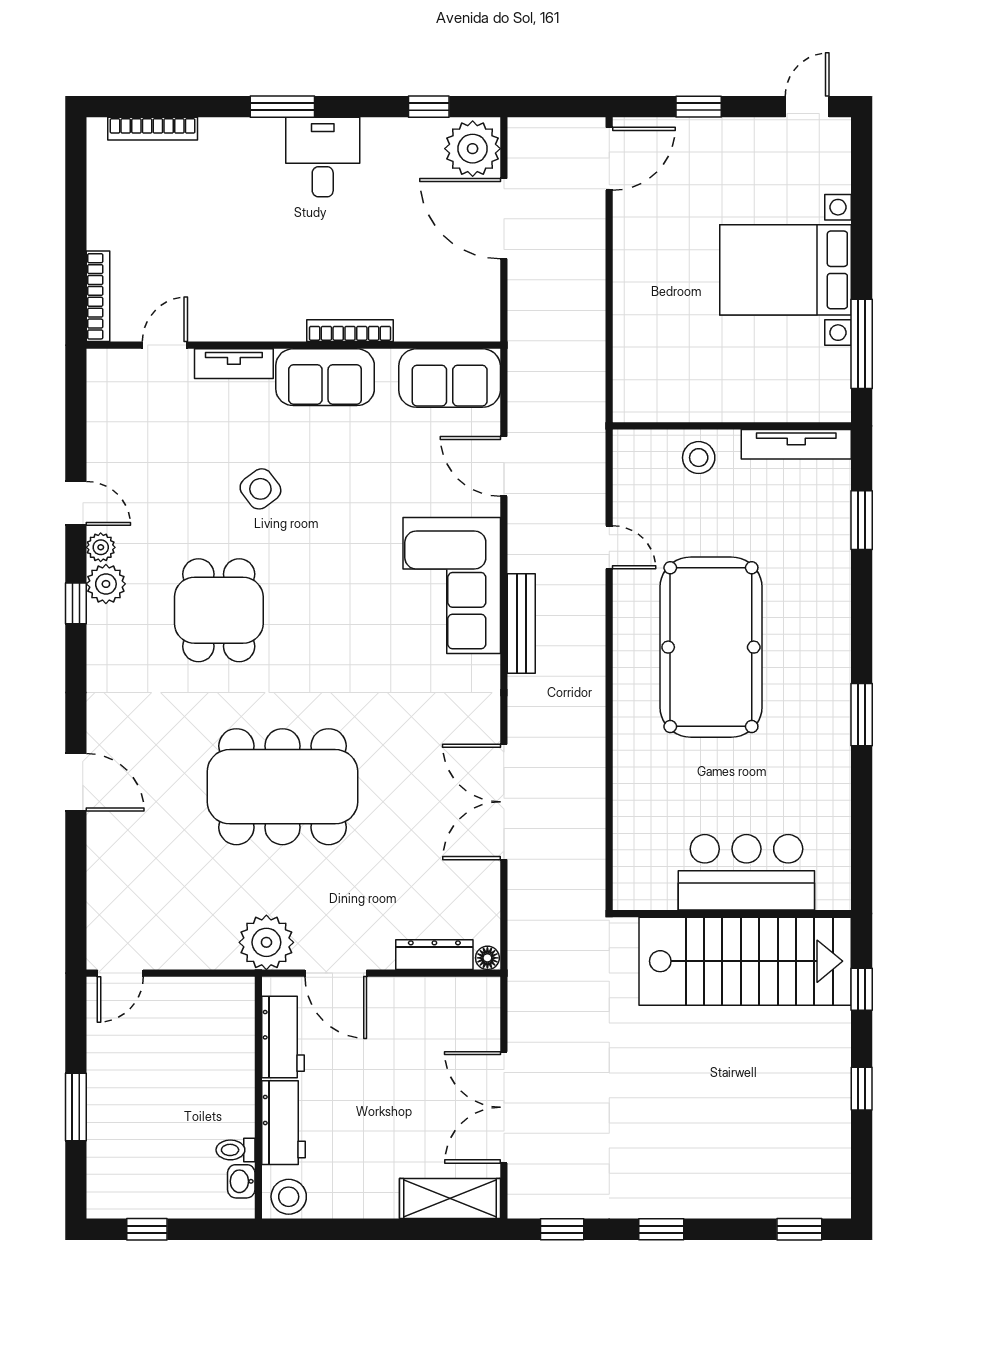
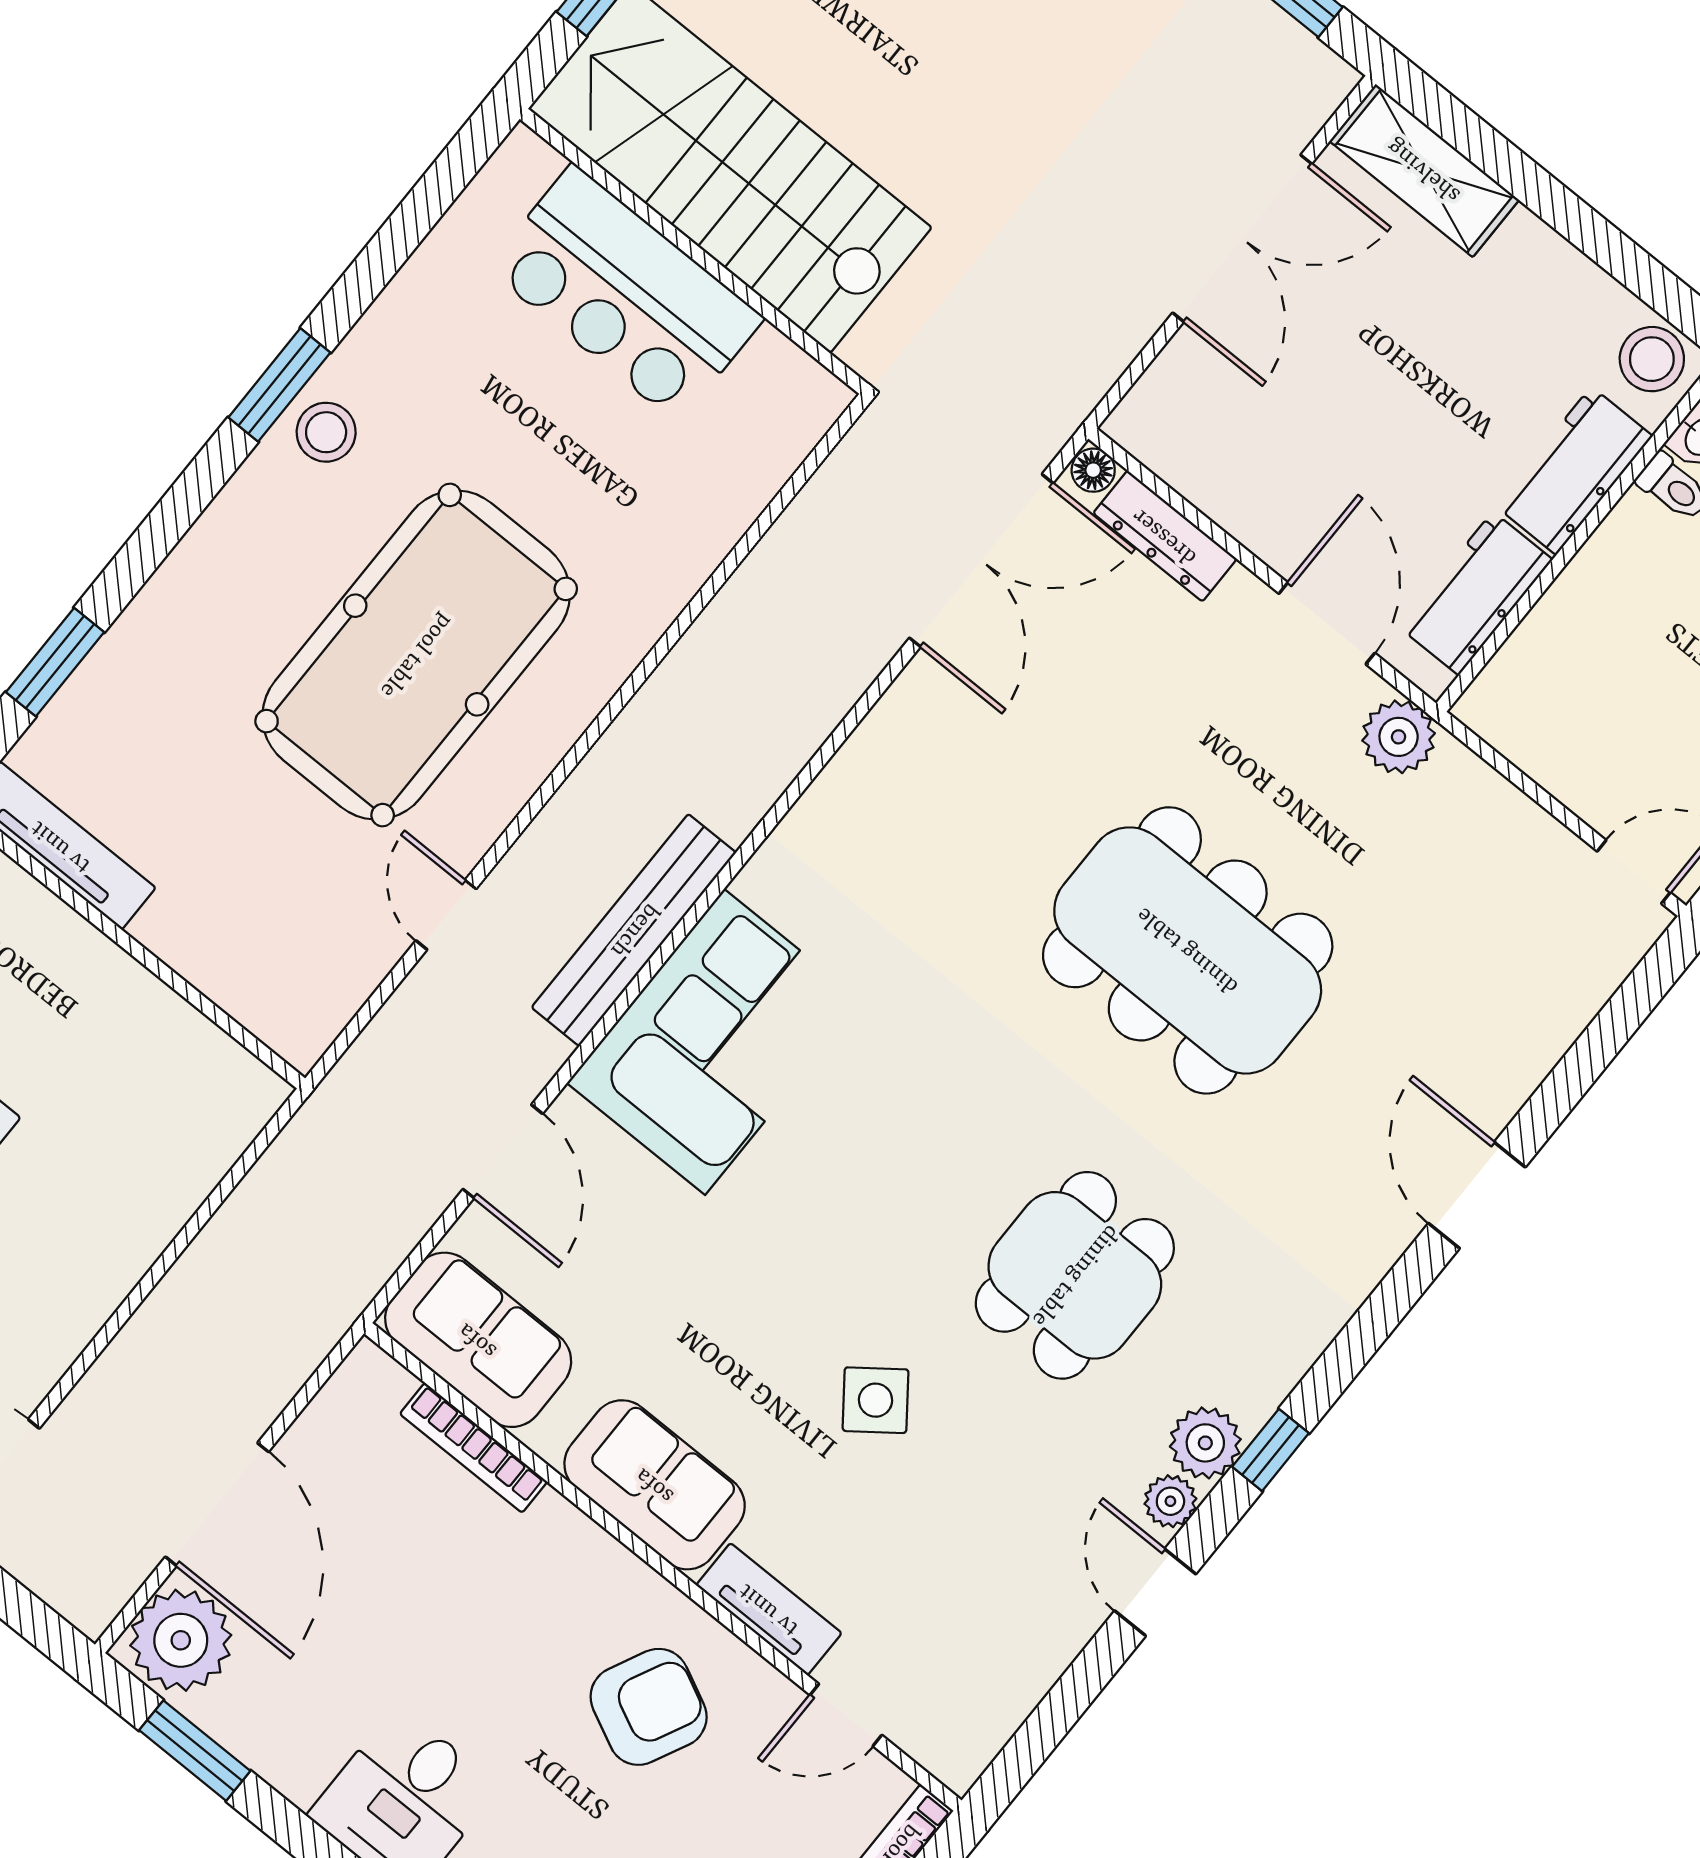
window: (429, 107) -> (195, 1751), width x1.50
armchair: (251, 281) -> (649, 1707), added
bookcase: (350, 331) -> (474, 1448), moved
stool: (699, 458) -> (326, 432), moved
bench: (521, 623) -> (634, 930), width x1.37, depth x1.21
double door: (504, 802) -> (981, 561), moved
plant: (266, 942) -> (1399, 737), width x0.73, depth x0.73

